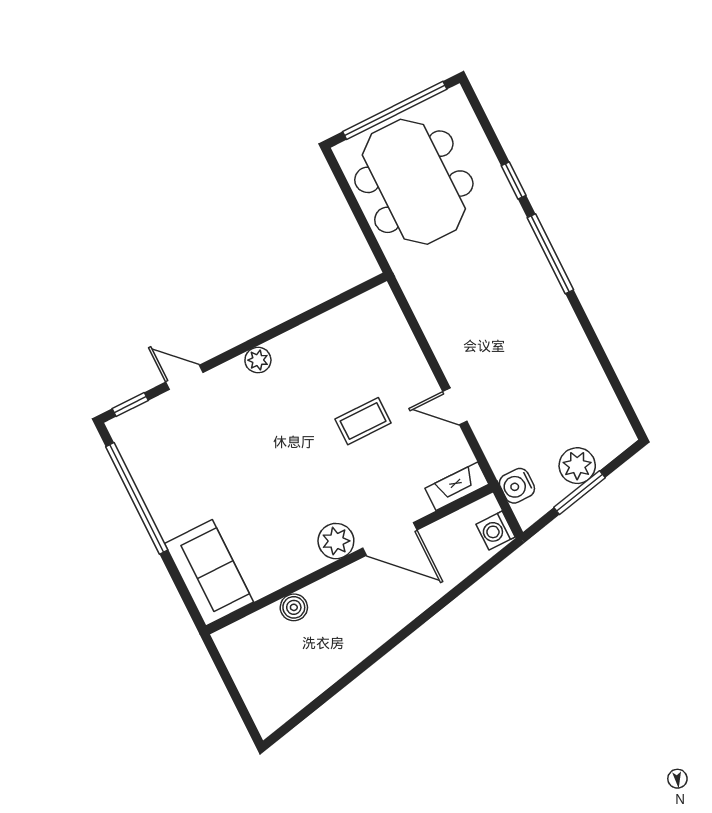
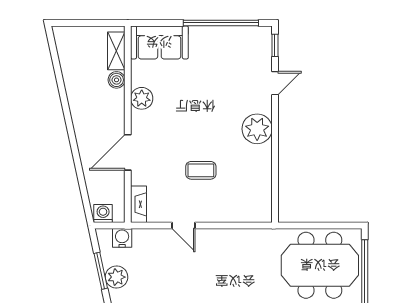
plant: (258, 360) -> (257, 129), width x1.87, depth x1.87
door: (455, 406) -> (183, 226), swing flipped
coffee table: (363, 421) -> (201, 170), turned 90
plant: (336, 541) -> (142, 98), moved
shelving: (252, 629) -> (116, 51), added

